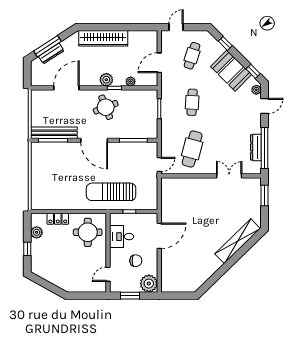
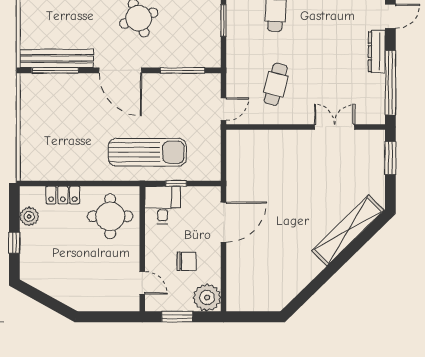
dresser: (256, 147) -> (377, 52), moved
cafe table: (192, 149) -> (276, 84), width x0.73, depth x0.74
sun lounger: (111, 192) -> (147, 152), turned 180
desk: (122, 237) -> (163, 205), moved, turned 90
door: (108, 274) -> (142, 283), swing flipped

